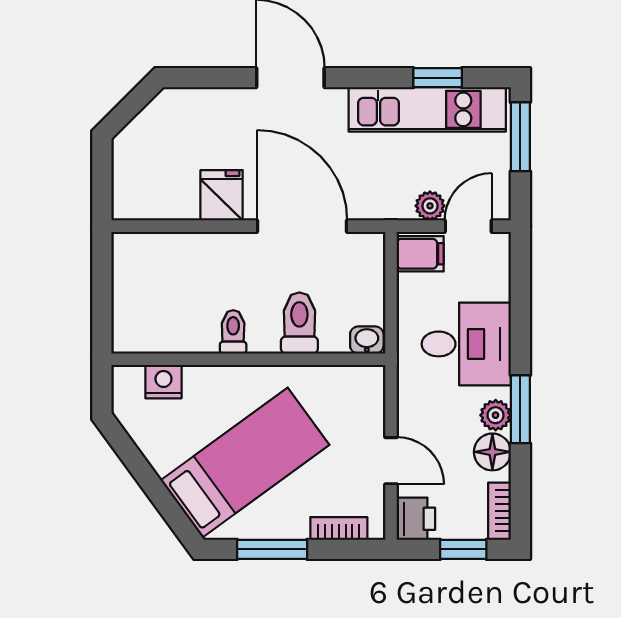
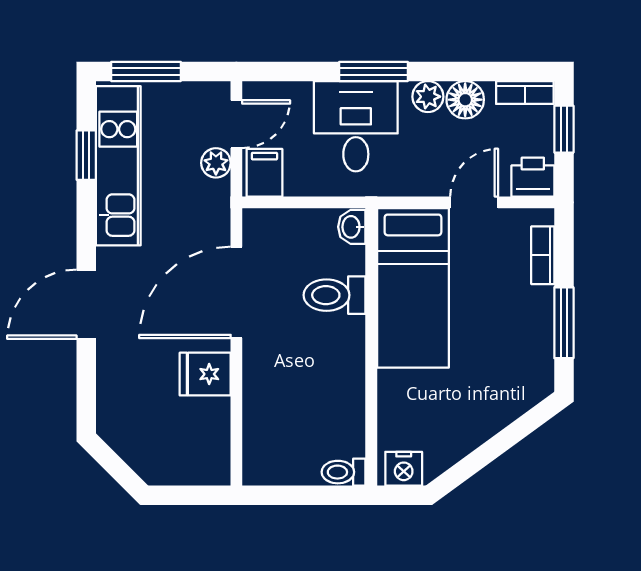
door: (468, 226) -> (236, 124), swing flipped
toilet: (233, 332) -> (344, 472), moved
nightstand: (163, 382) -> (404, 469), moved, turned -90
window: (520, 409) -> (373, 71), moved
bed: (245, 463) -> (413, 288), moved, turned -144

